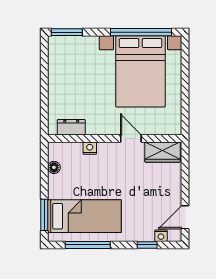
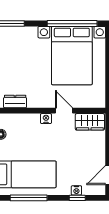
nightstand: (90, 148) -> (46, 119), moved
nightstand: (161, 236) -> (76, 190), moved

